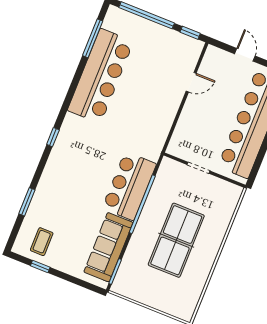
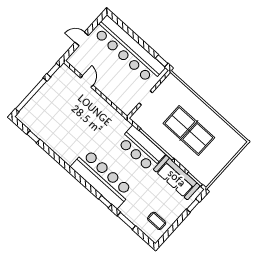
window: (93, 38) -> (33, 137), width x0.46
bar counter: (101, 76) -> (102, 178), moved
window: (53, 137) -> (105, 202), moved
window: (255, 171) -> (162, 61), added
window: (40, 266) -> (193, 206), moved

